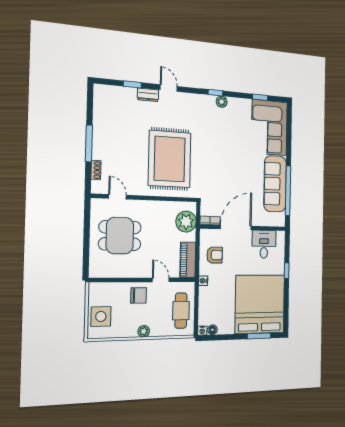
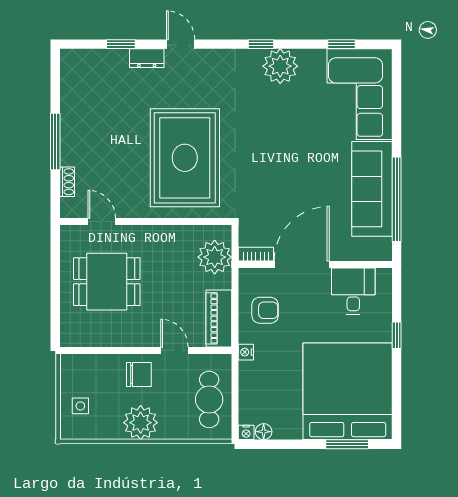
plant: (222, 102) -> (280, 66), width x1.87, depth x1.87
side table: (101, 316) -> (80, 406), width x0.54, depth x0.54
plant: (144, 331) -> (141, 423), width x1.88, depth x1.88

